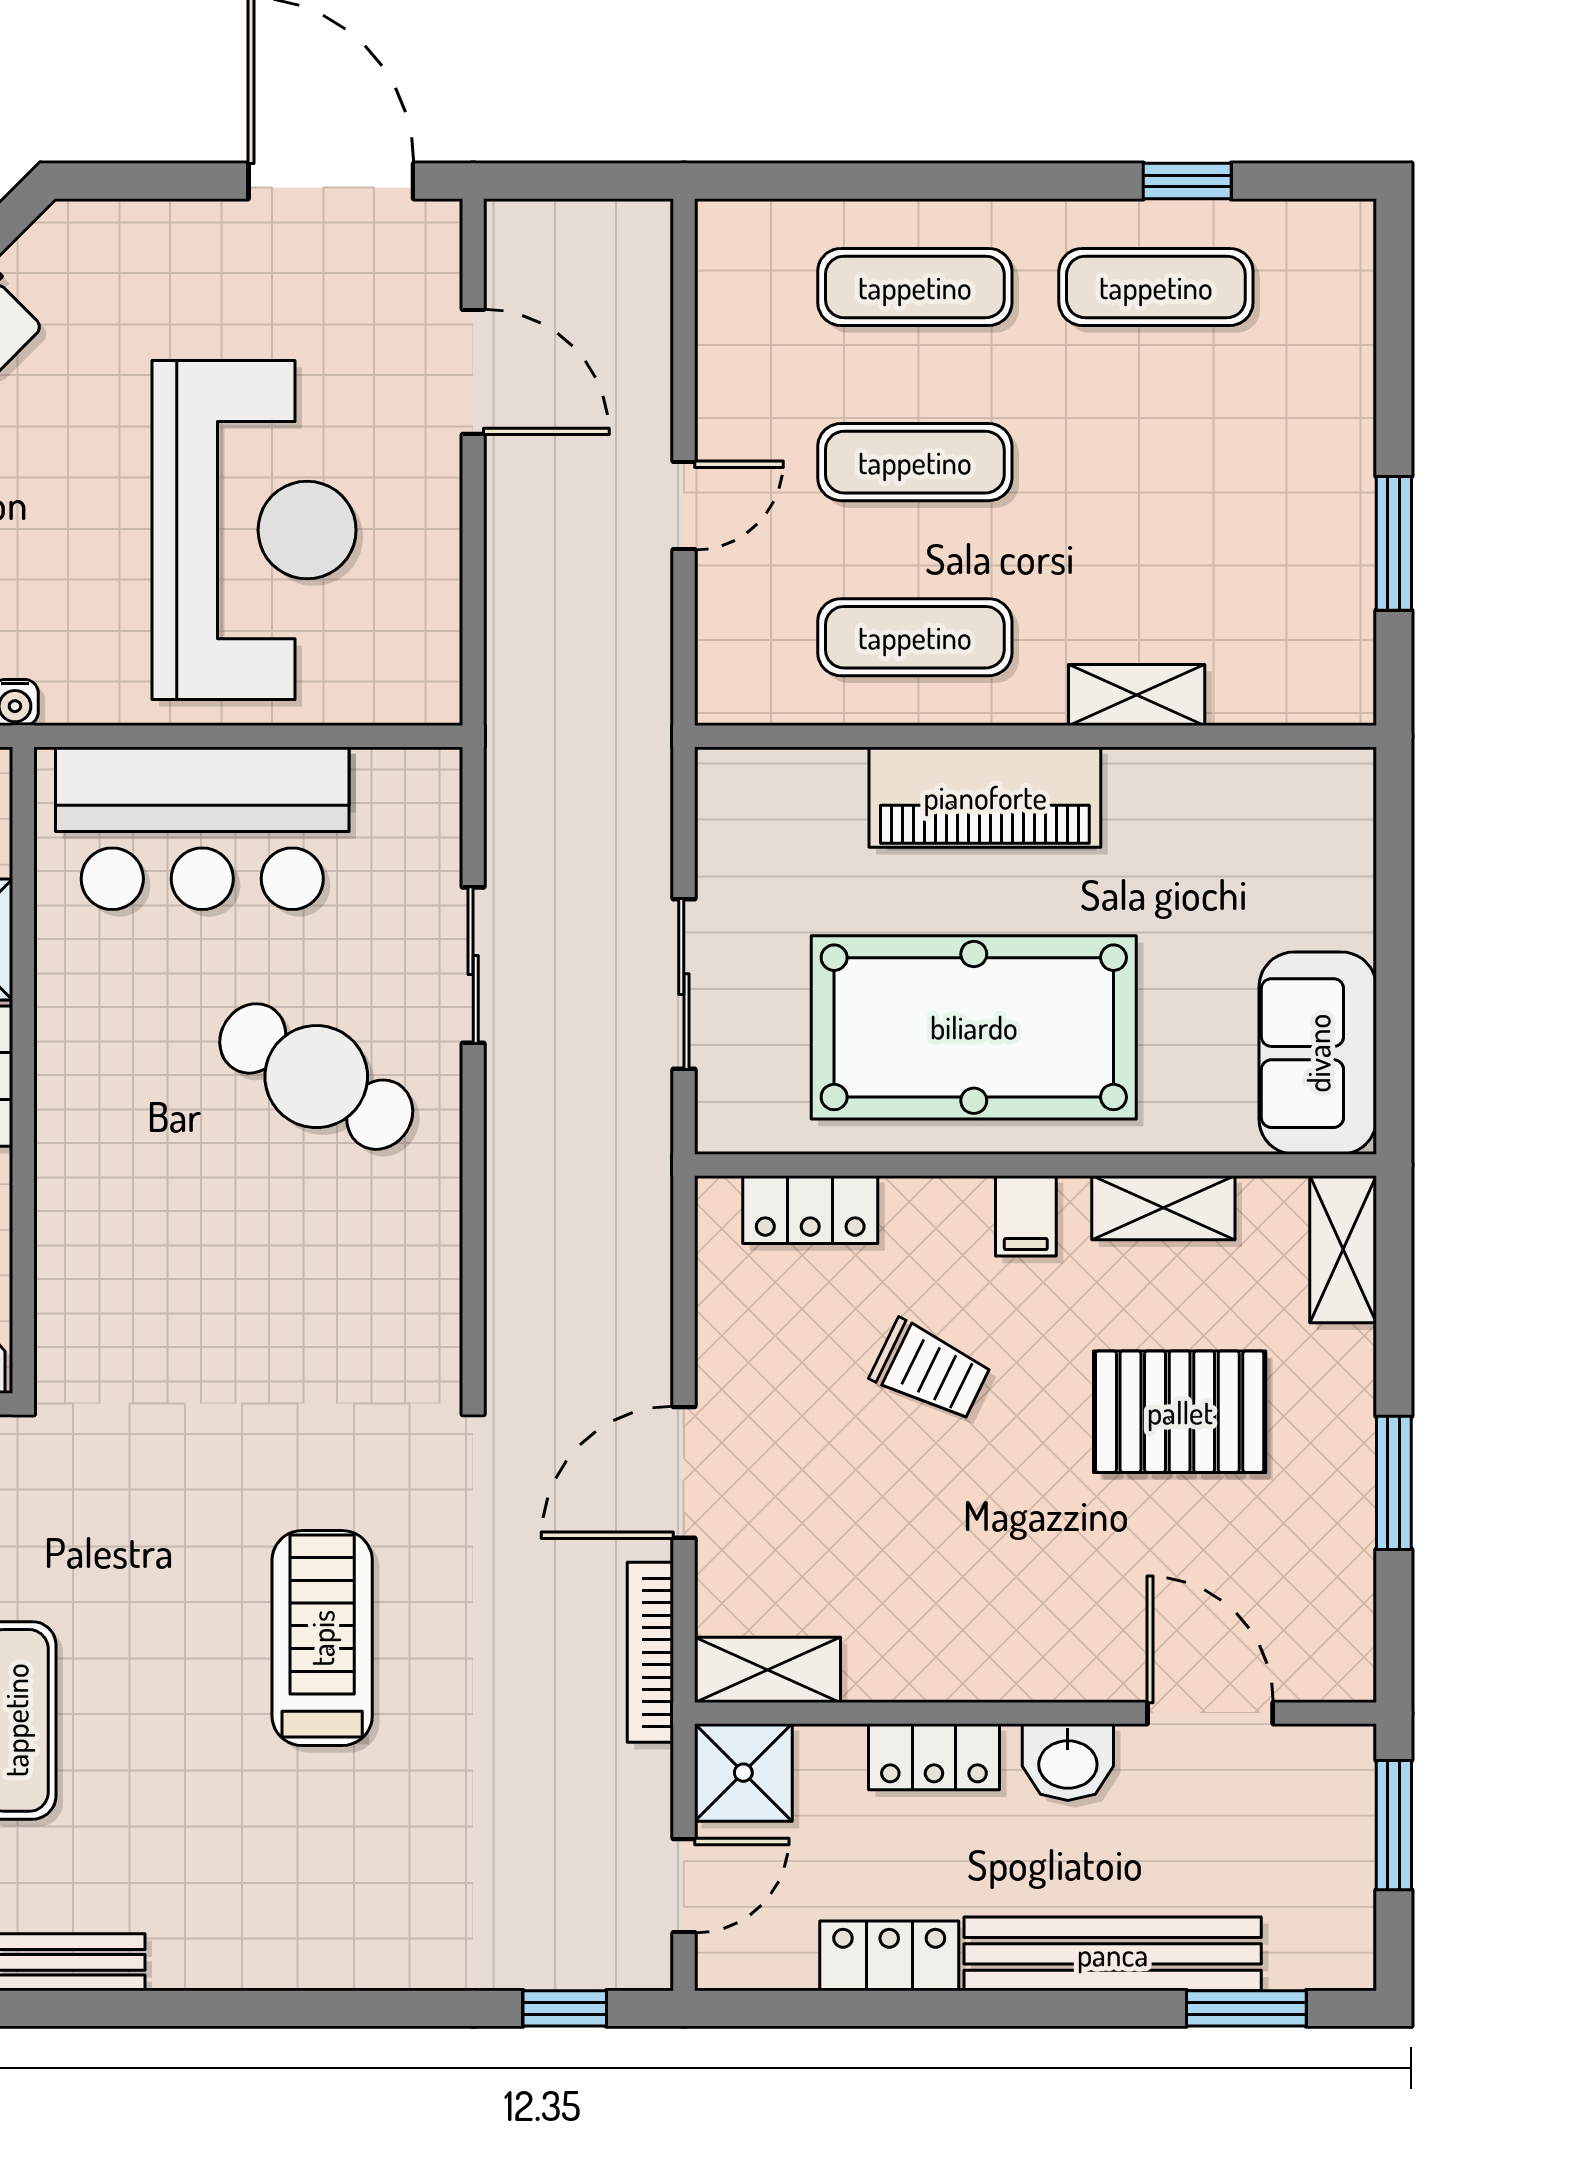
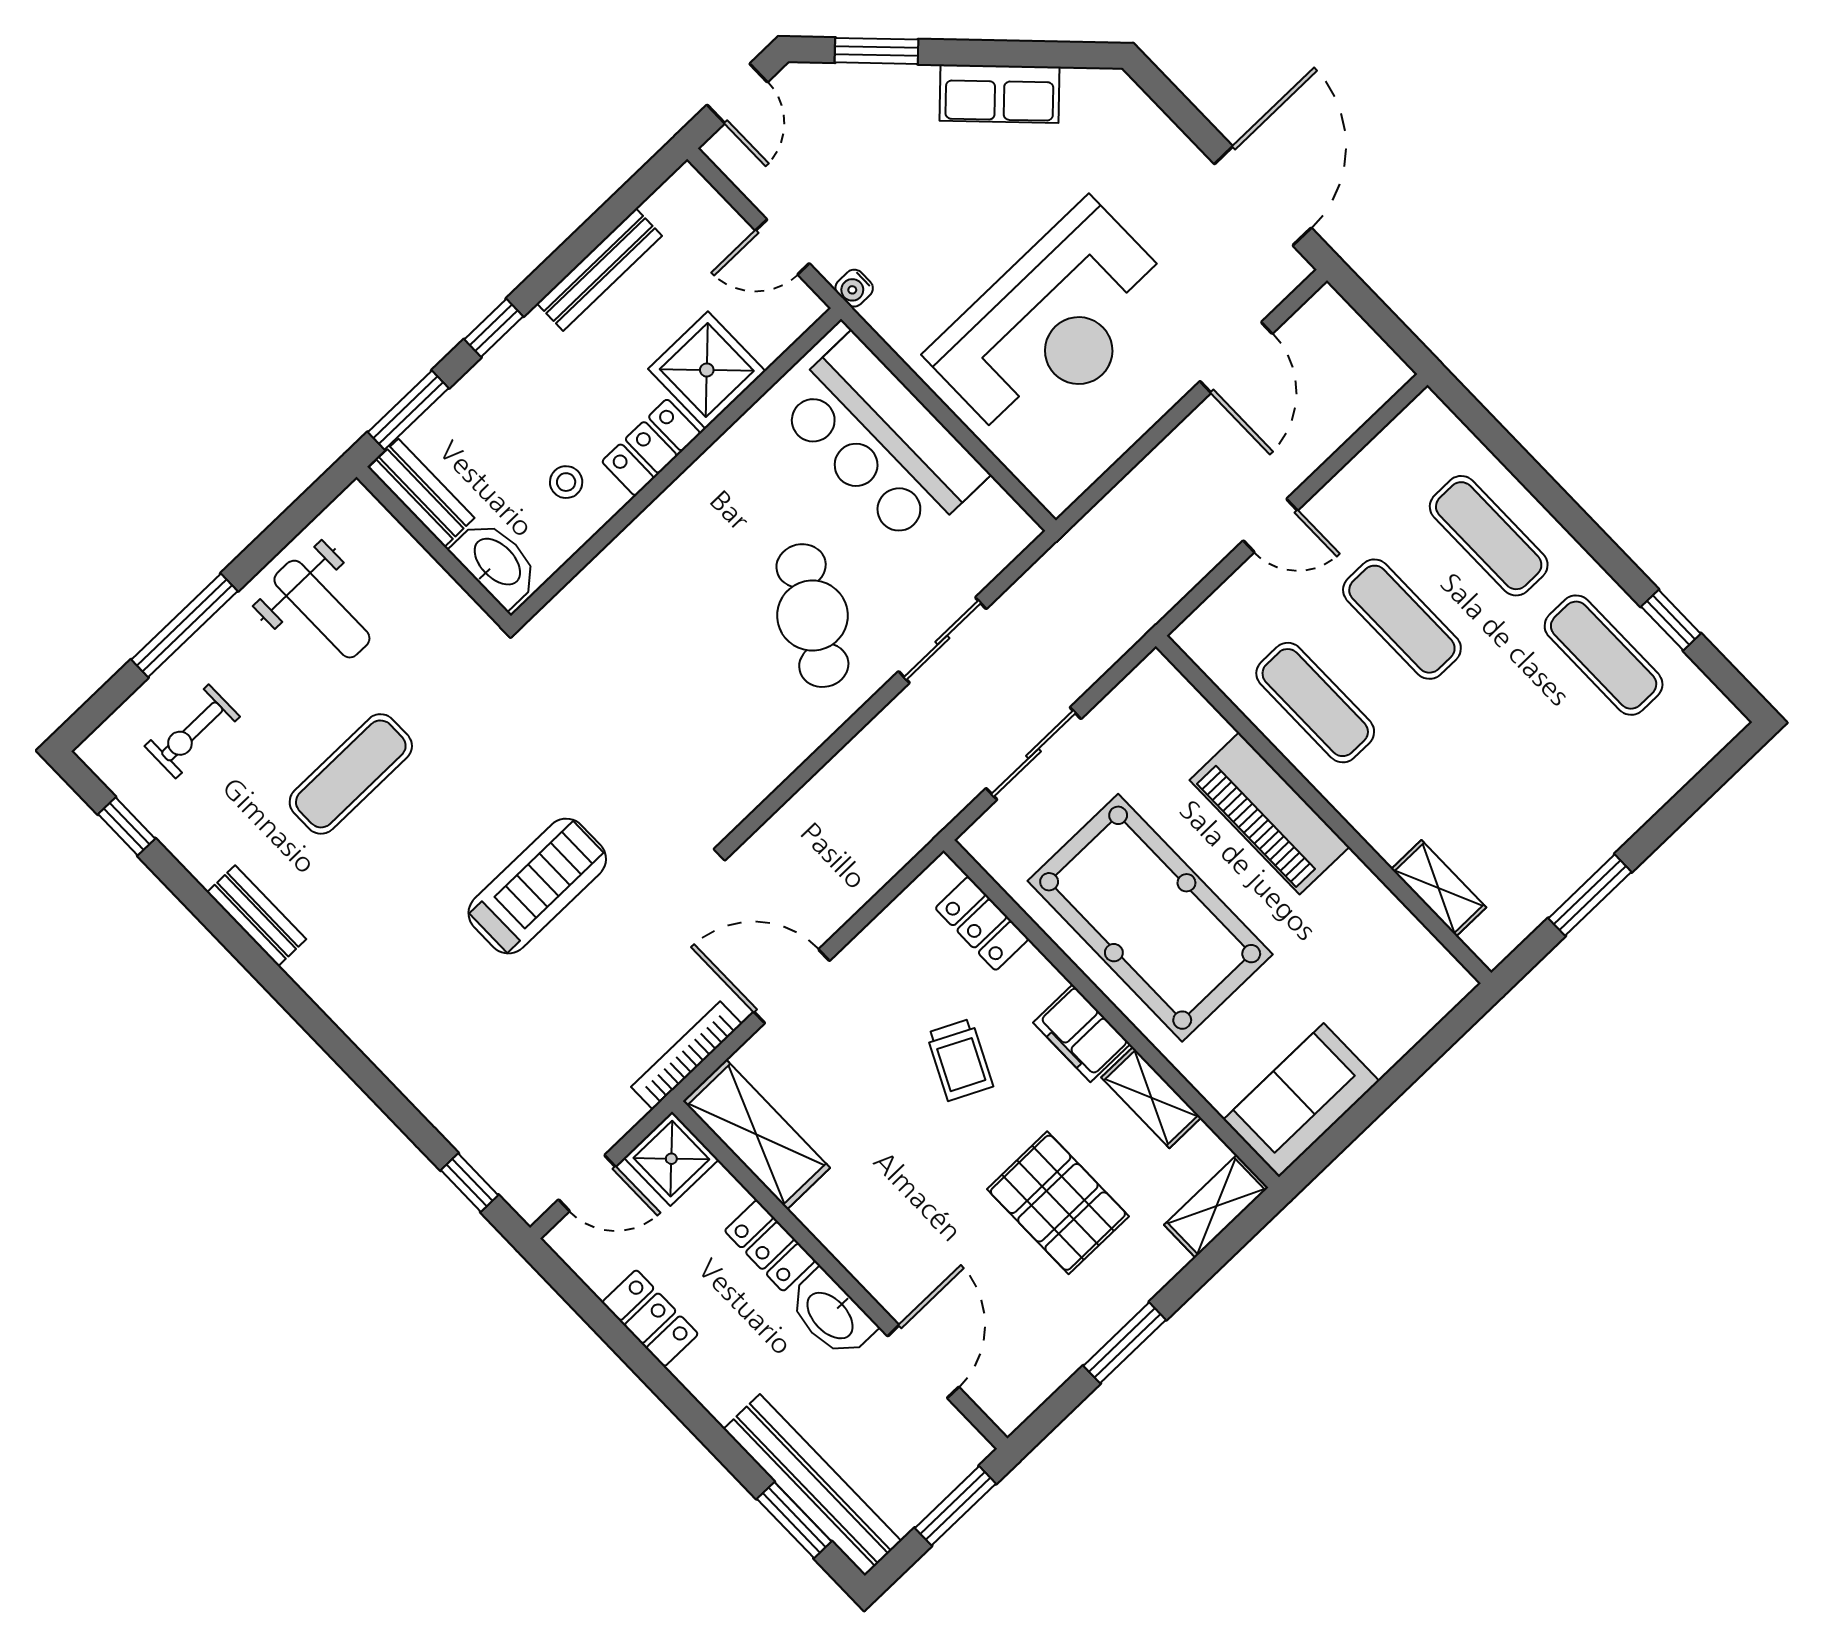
shelving: (1137, 695) -> (1439, 888), moved
filing cabinet: (1026, 1216) -> (1082, 1033), width x2.00
shelving: (767, 1670) -> (756, 1135), width x1.50, depth x1.33
washbasin: (1068, 1762) -> (831, 1314), width x1.38
bench: (1113, 1954) -> (812, 1485), moved

